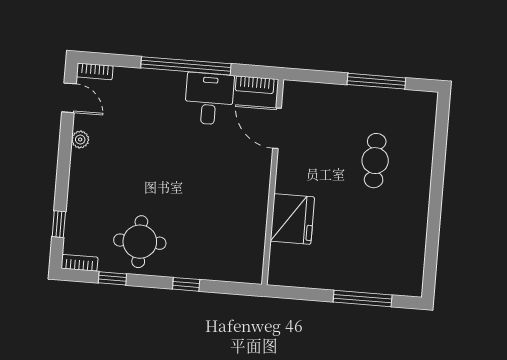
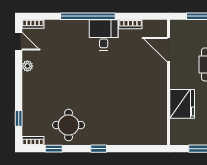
door: (277, 128) -> (168, 50), moved
wall: (273, 182) -> (168, 82), moved
fridge: (292, 219) -> (182, 104), moved

